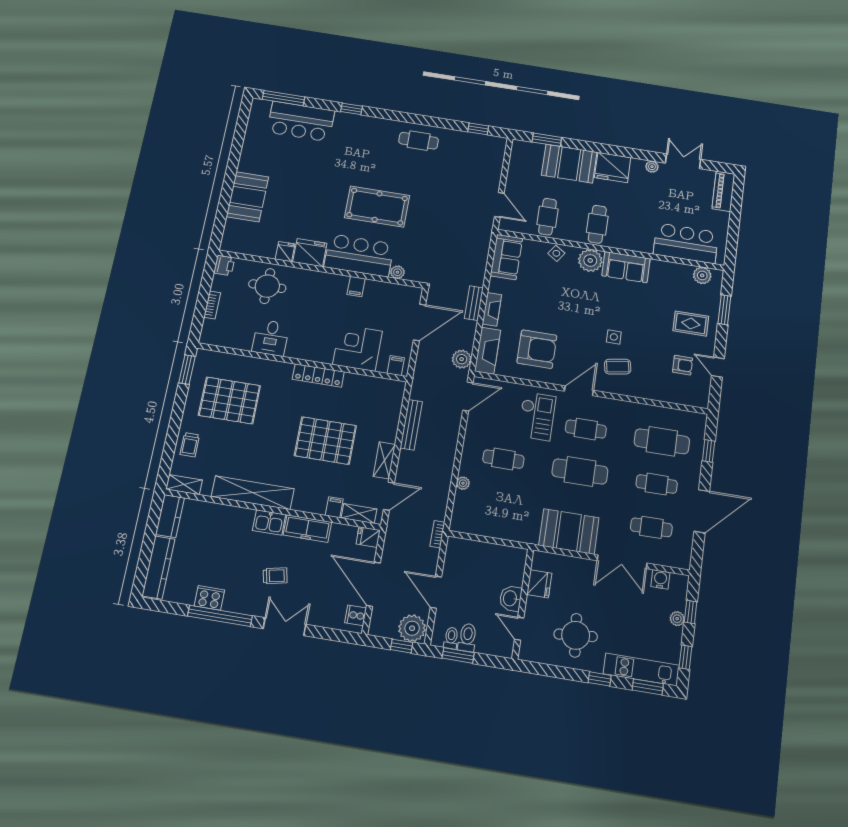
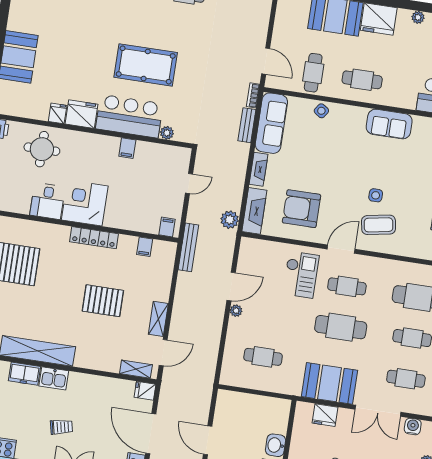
cafe table: (597, 224) -> (362, 80), turned 90
sofa: (506, 257) -> (271, 123), width x1.36
plant: (590, 260) -> (354, 118), removed
bench: (474, 303) -> (247, 125), moved
door: (420, 322) -> (189, 184), width x0.53
corner desk: (358, 348) -> (85, 203), moved
armchair: (537, 349) -> (302, 209), turned 180
coffee table: (618, 367) -> (379, 225), width x1.36, depth x1.30
door: (468, 397) -> (231, 286), moved
bench: (411, 425) -> (188, 247), moved
pallet: (325, 441) -> (103, 301), width x0.73, depth x0.71
cafe table: (503, 459) -> (263, 357), moved
plant: (463, 483) -> (236, 311), moved
filing cabinet: (334, 507) -> (145, 247), moved, turned 180
freezer: (307, 529) -> (24, 374), moved, width x0.71
bookcase: (437, 534) -> (253, 95), moved
fridge: (539, 584) -> (325, 415), moved, turned 90

